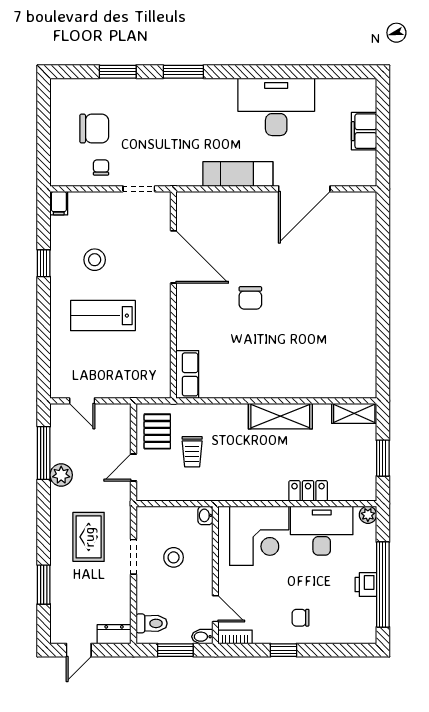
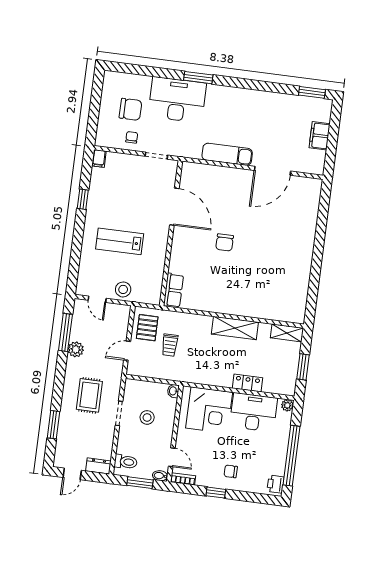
window: (118, 72) -> (312, 92), moved
desk: (276, 107) -> (177, 100), moved
stool: (95, 260) -> (123, 289), moved
printer: (366, 585) -> (276, 484), moved

